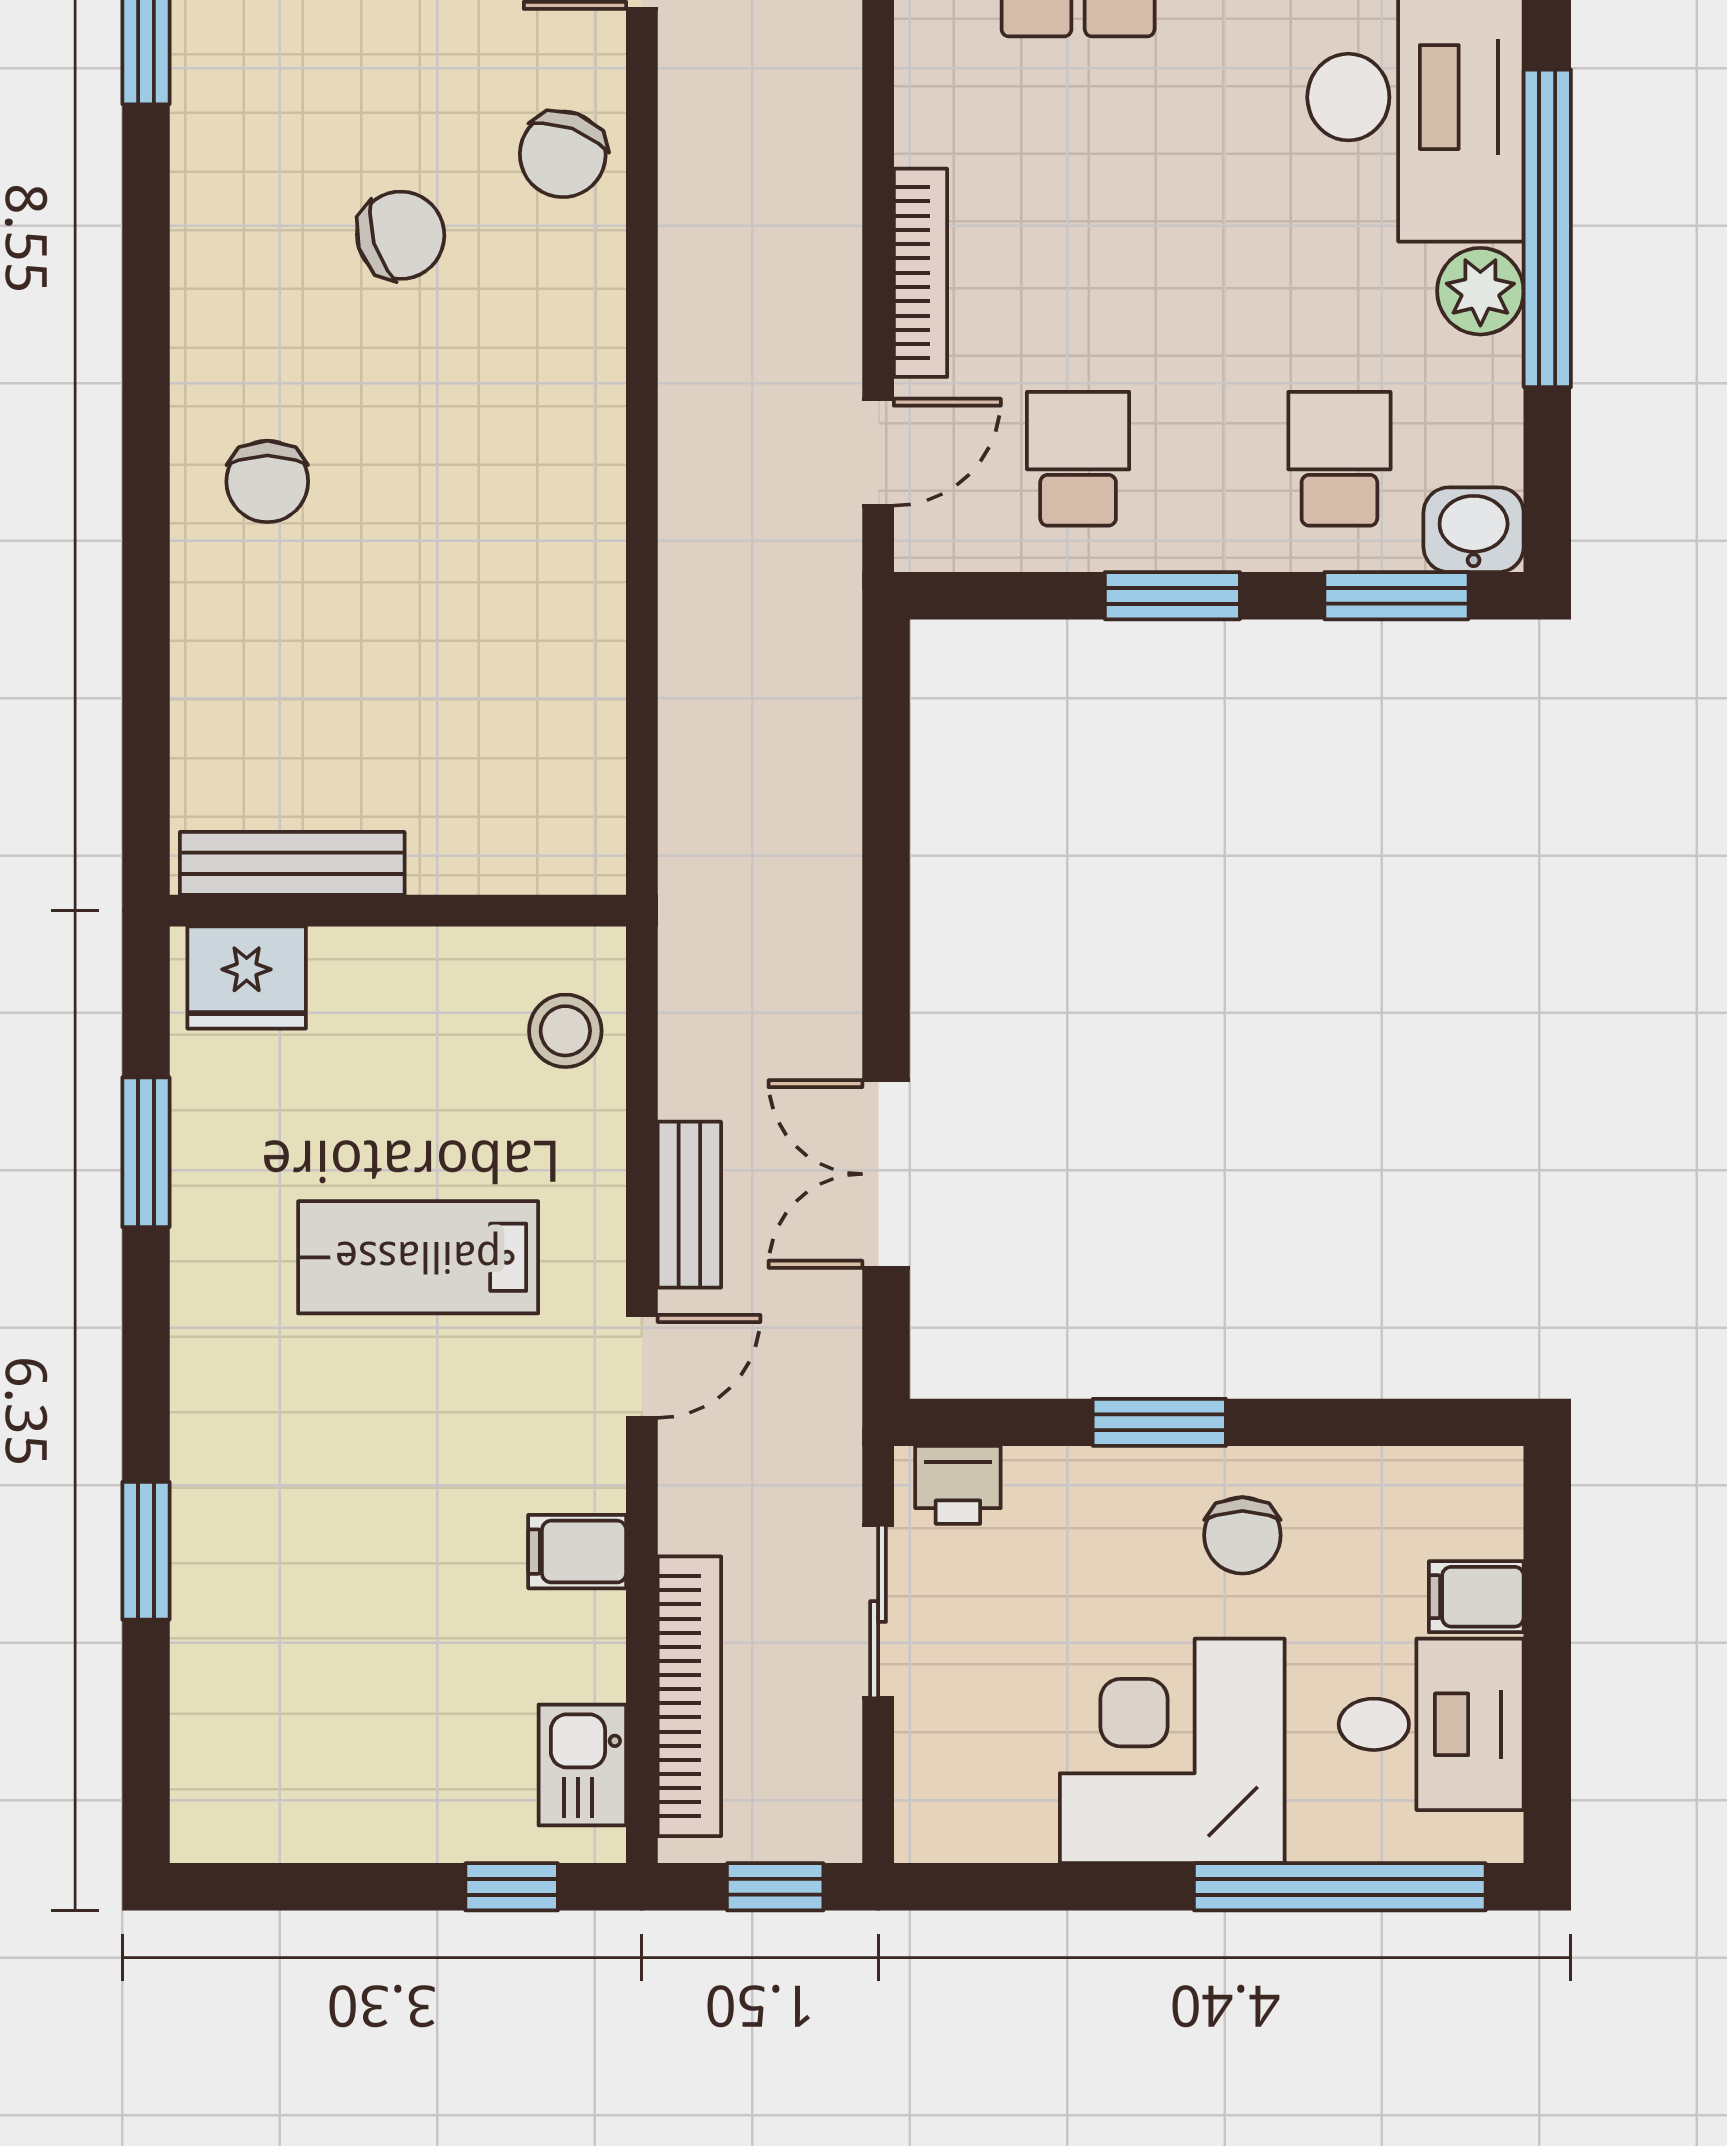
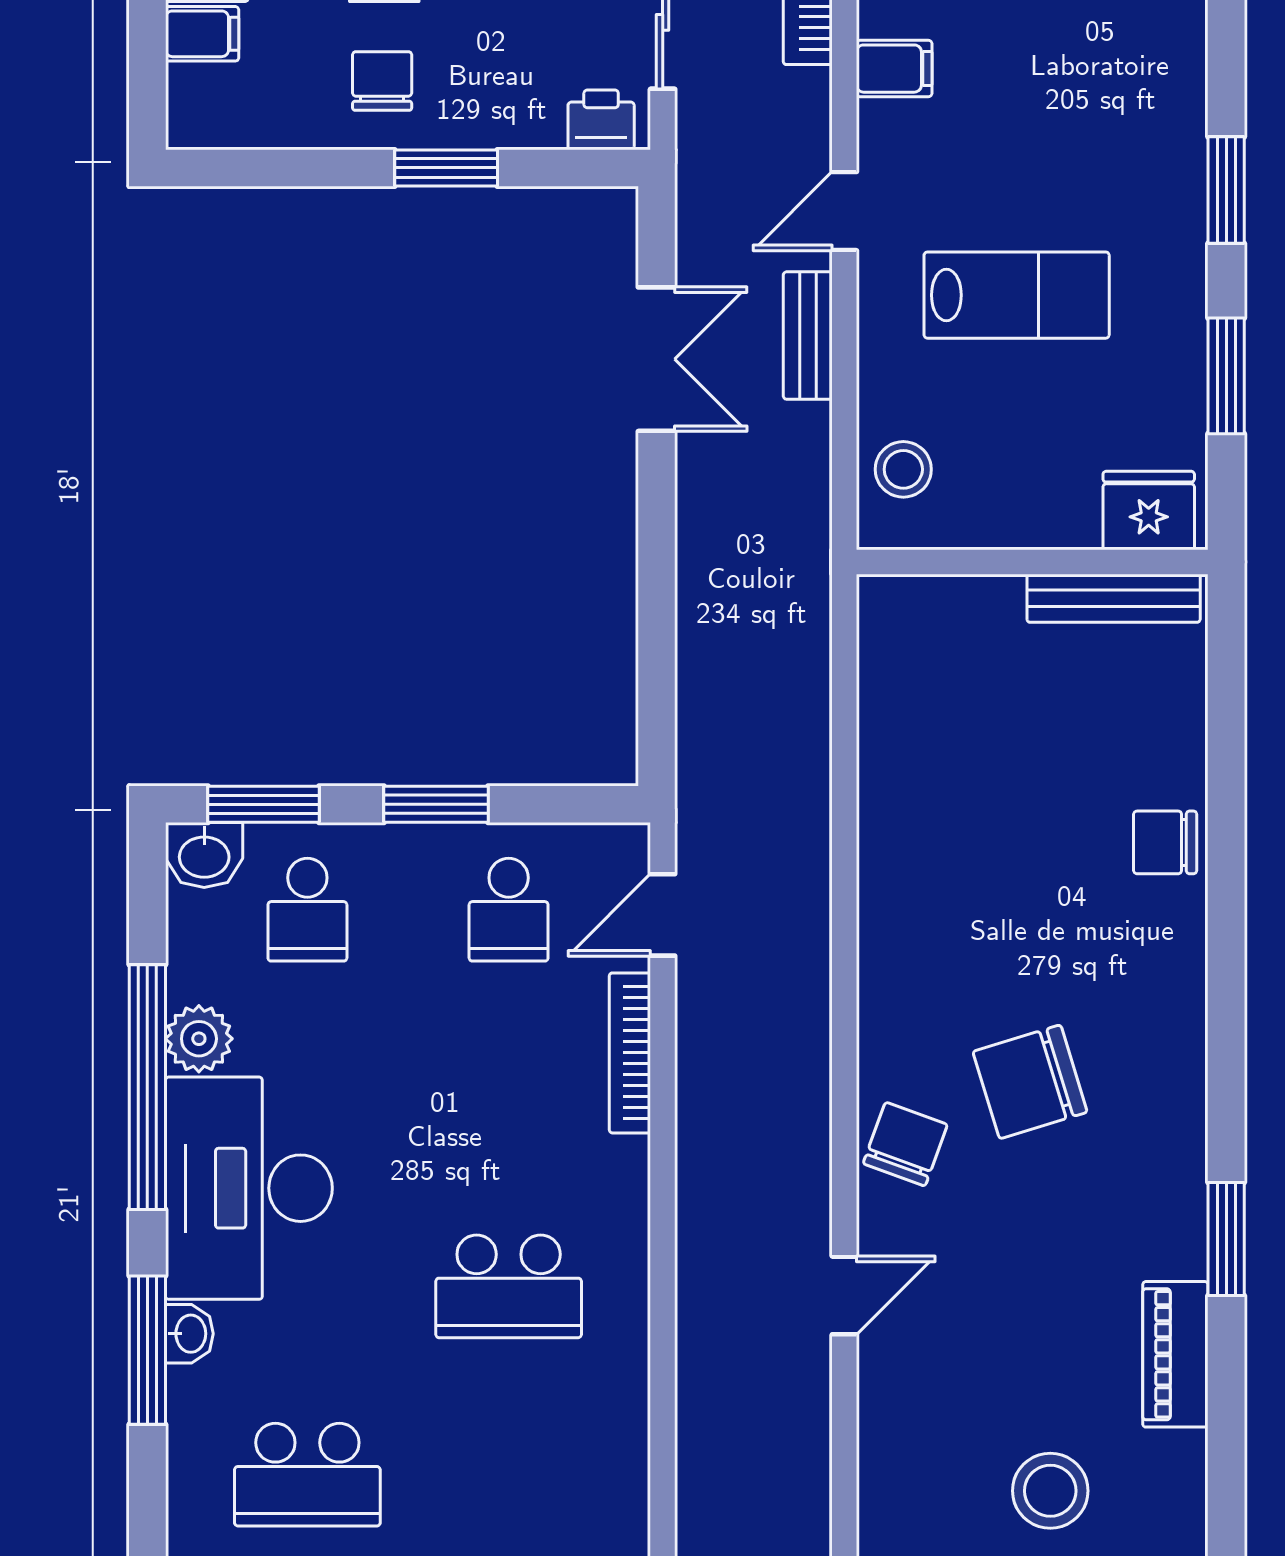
chair: (401, 235) -> (1030, 1082), width x1.37, depth x1.37
chair: (267, 481) -> (1165, 842), moved, turned -90
window: (146, 1551) -> (1226, 190), moved

